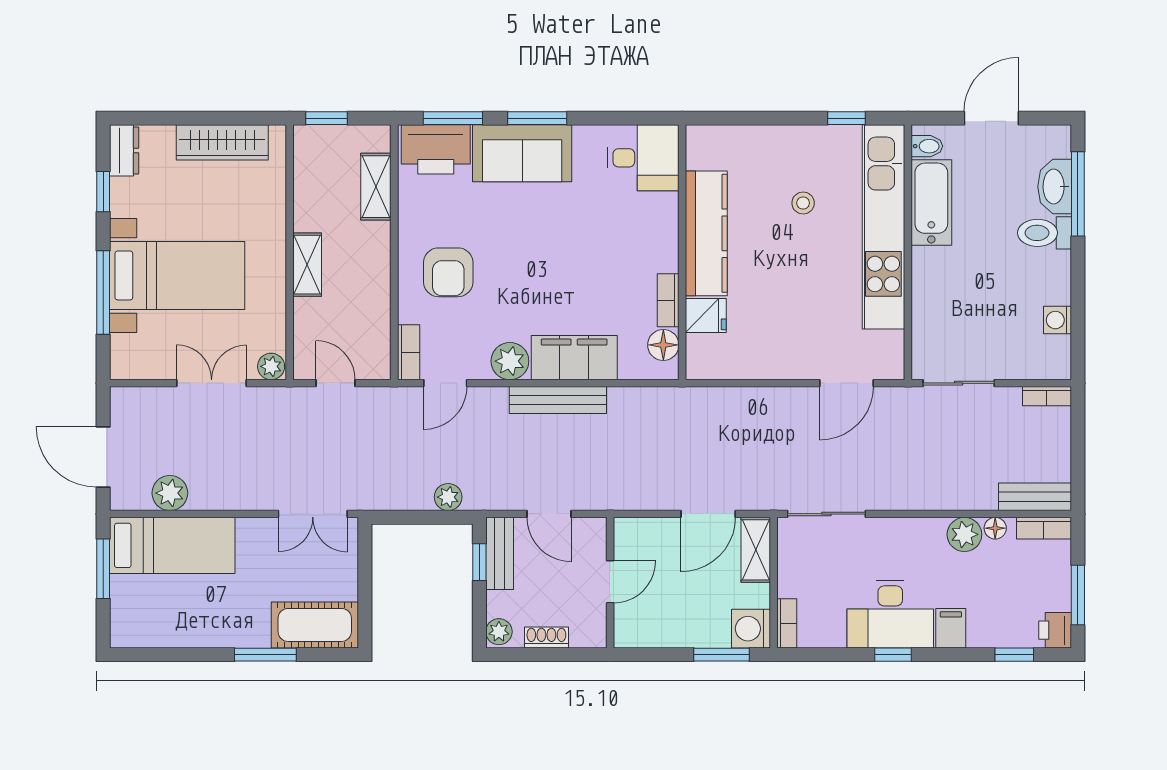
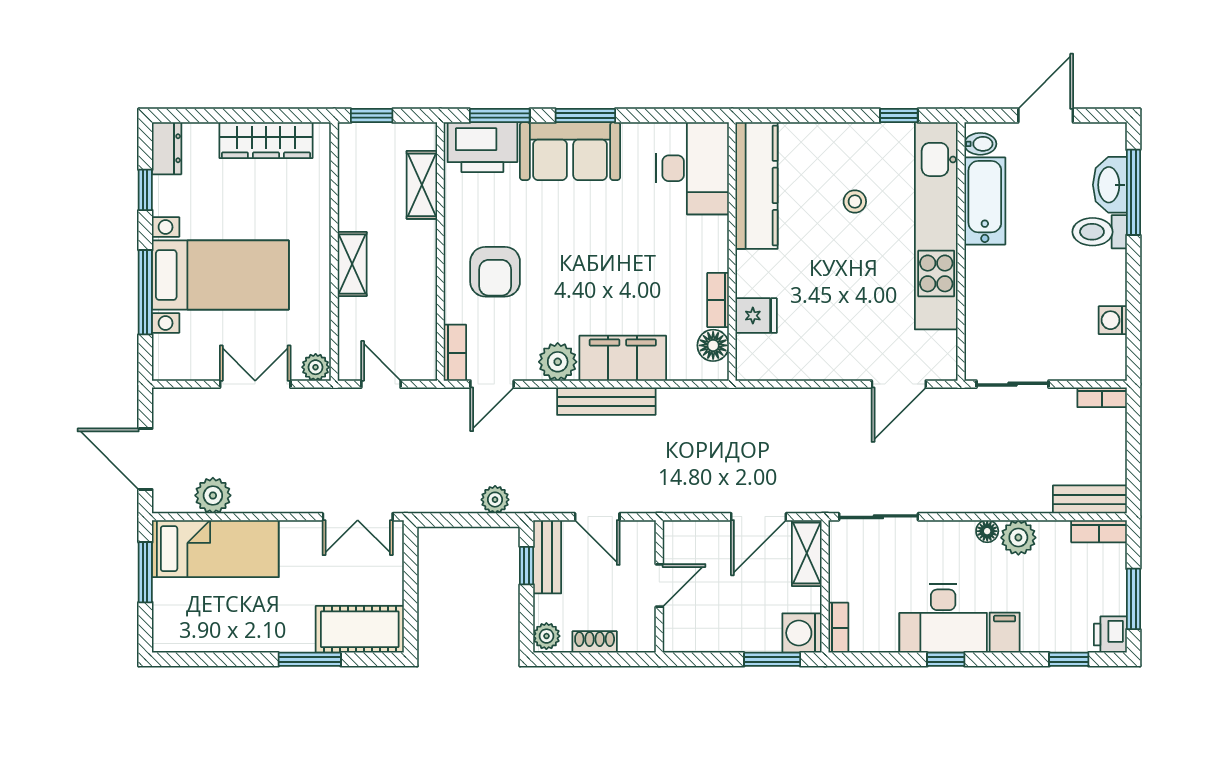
desk: (643, 158) -> (693, 168), width x1.37
kitchen counter: (706, 233) -> (757, 185), moved
floor lamp: (995, 528) -> (987, 531), moved

